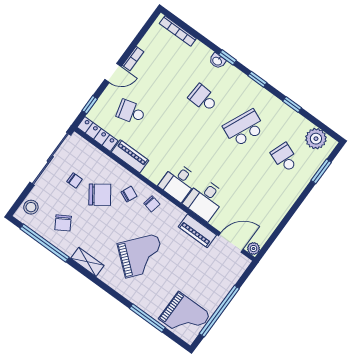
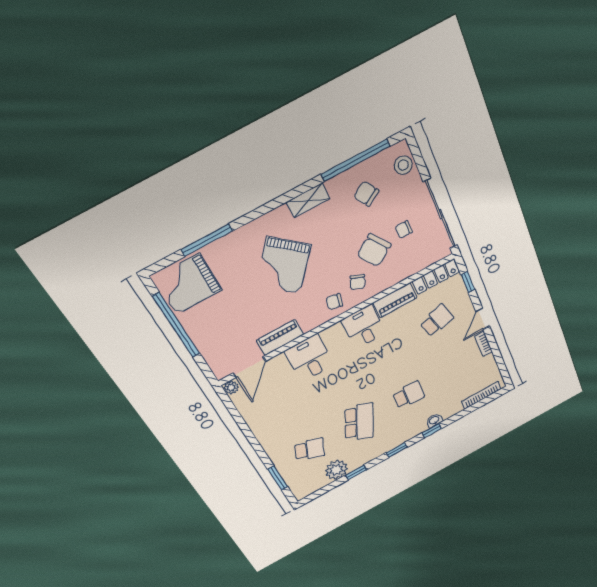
plant: (316, 139) -> (336, 470), moved
desk: (178, 182) -> (364, 327), moved

